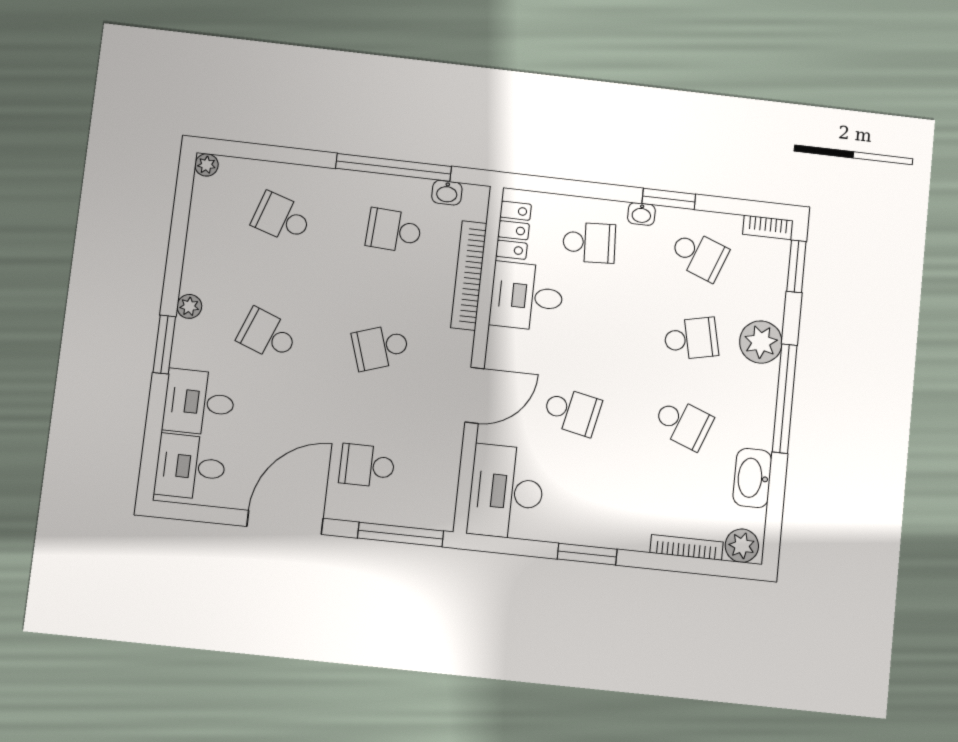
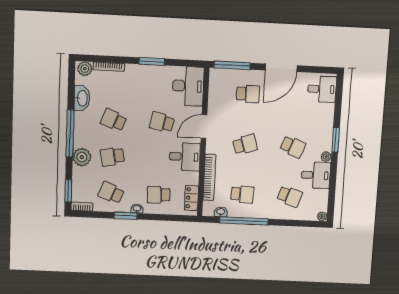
desk: (527, 296) -> (185, 157), moved
desk: (199, 402) -> (316, 175), moved

